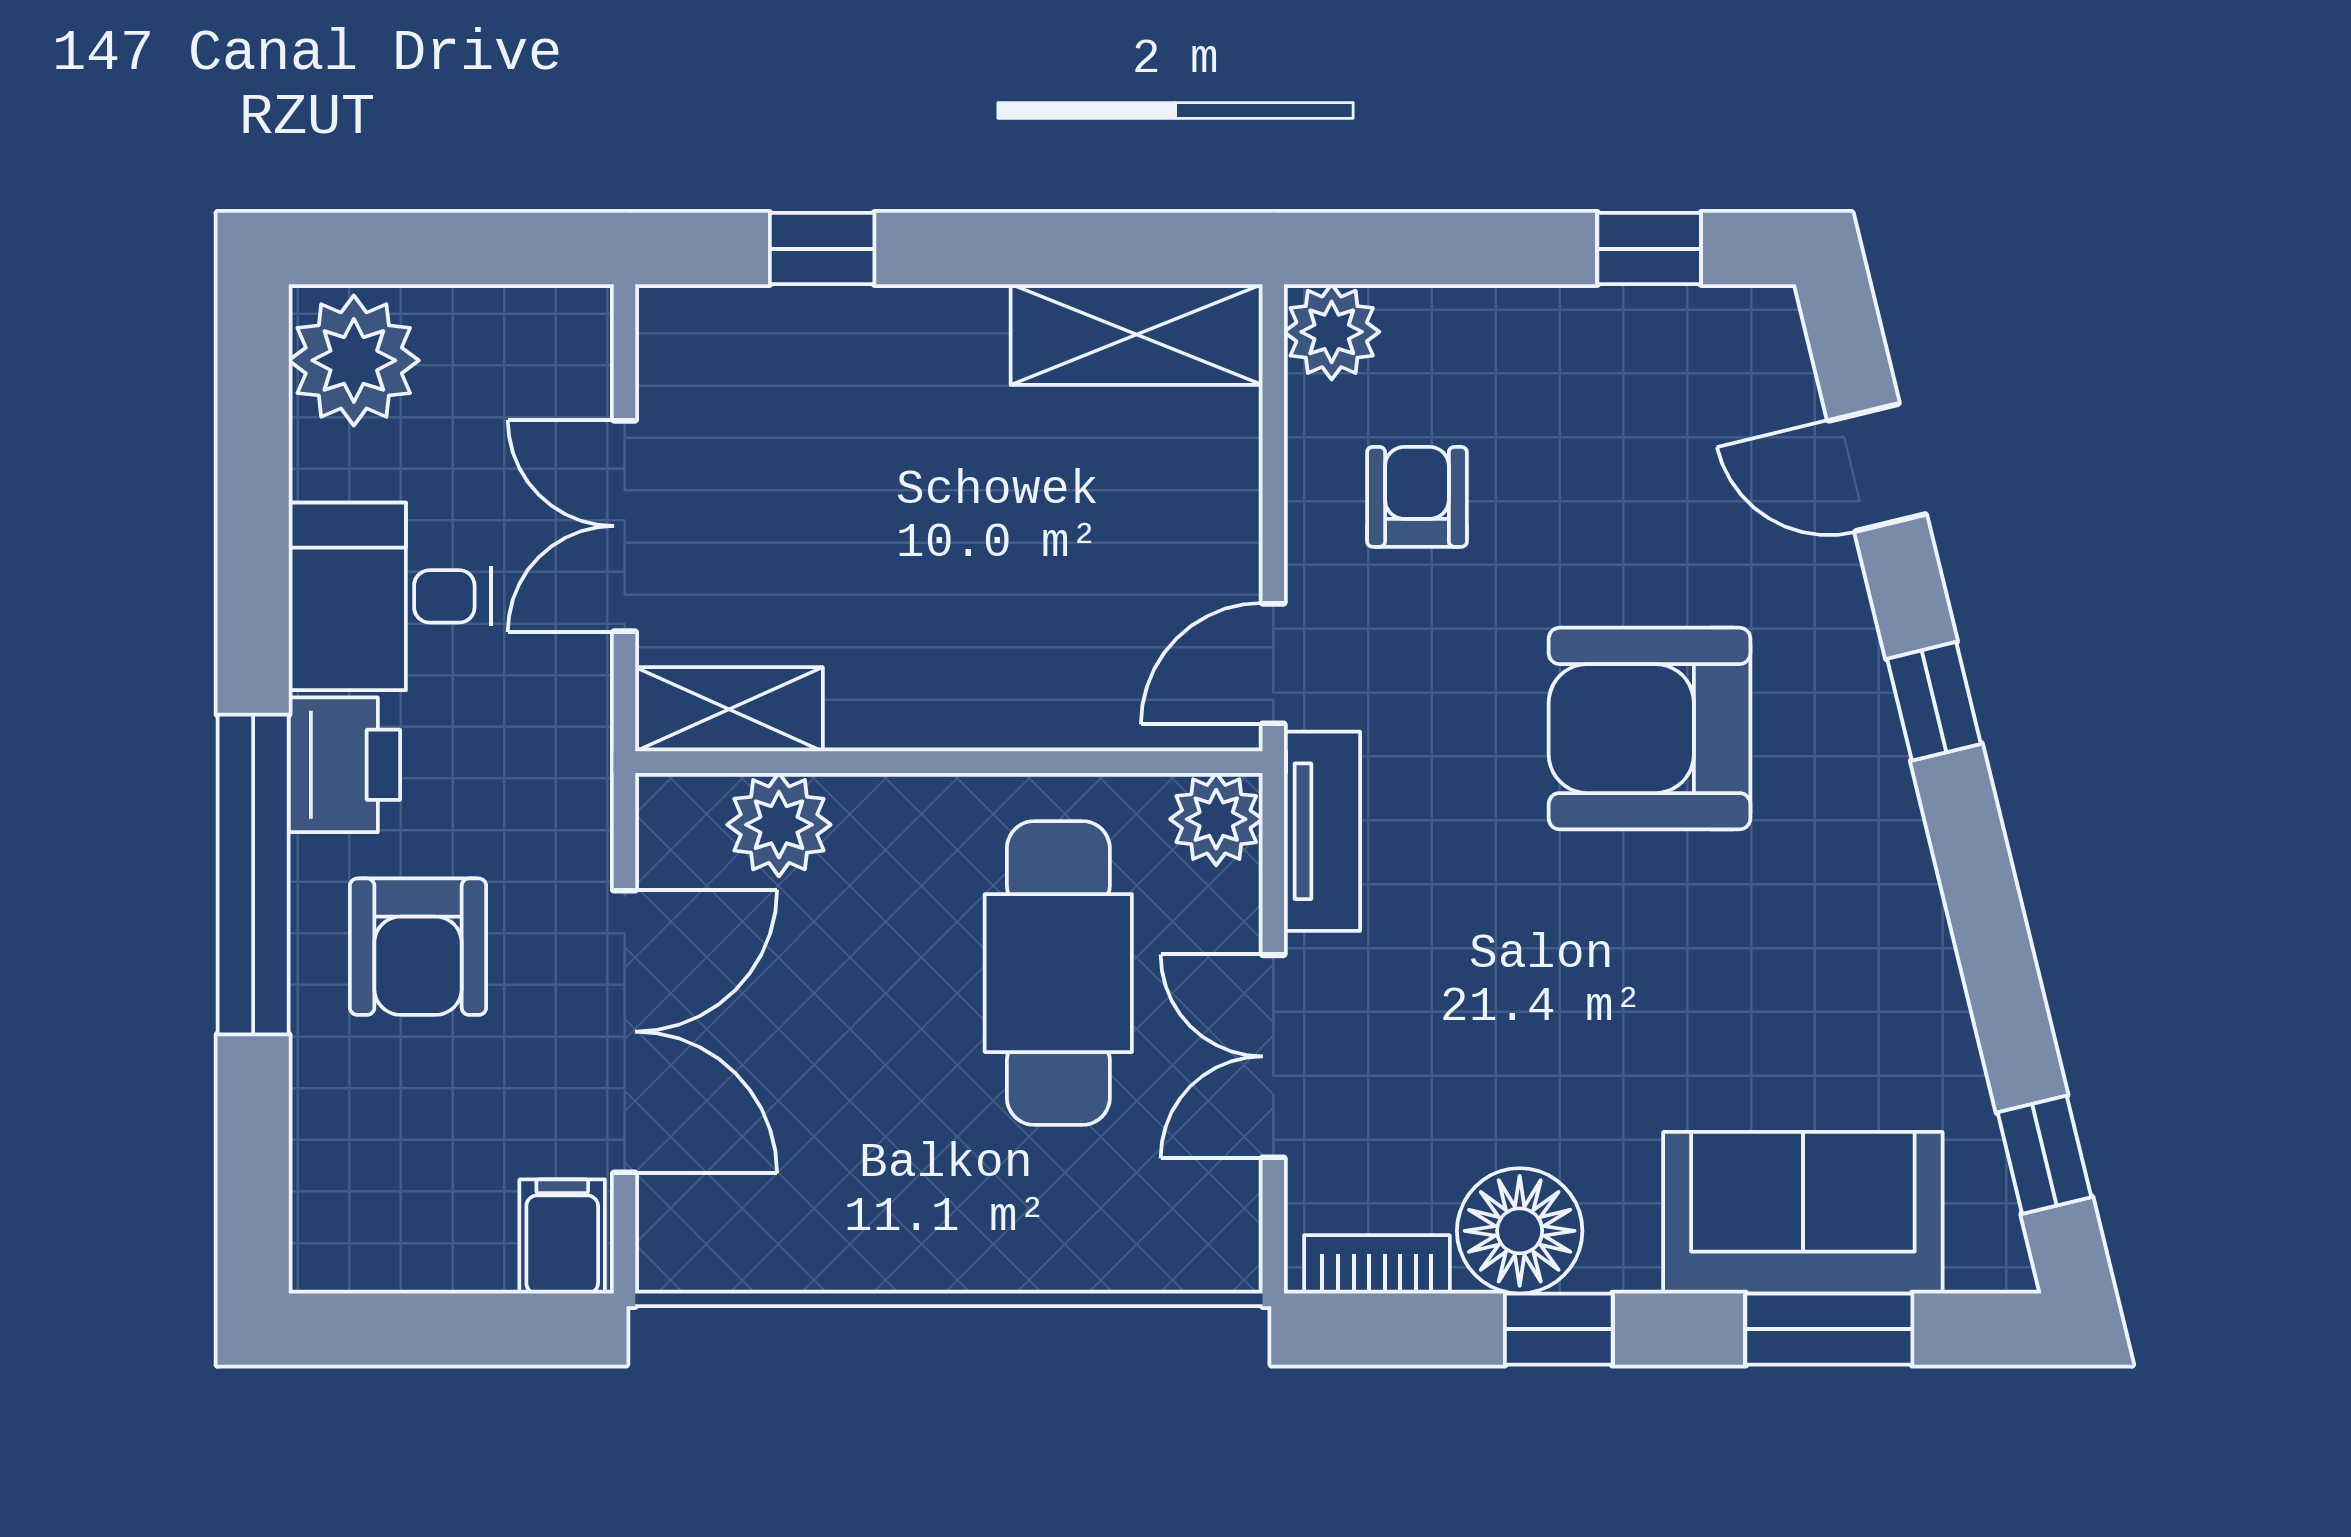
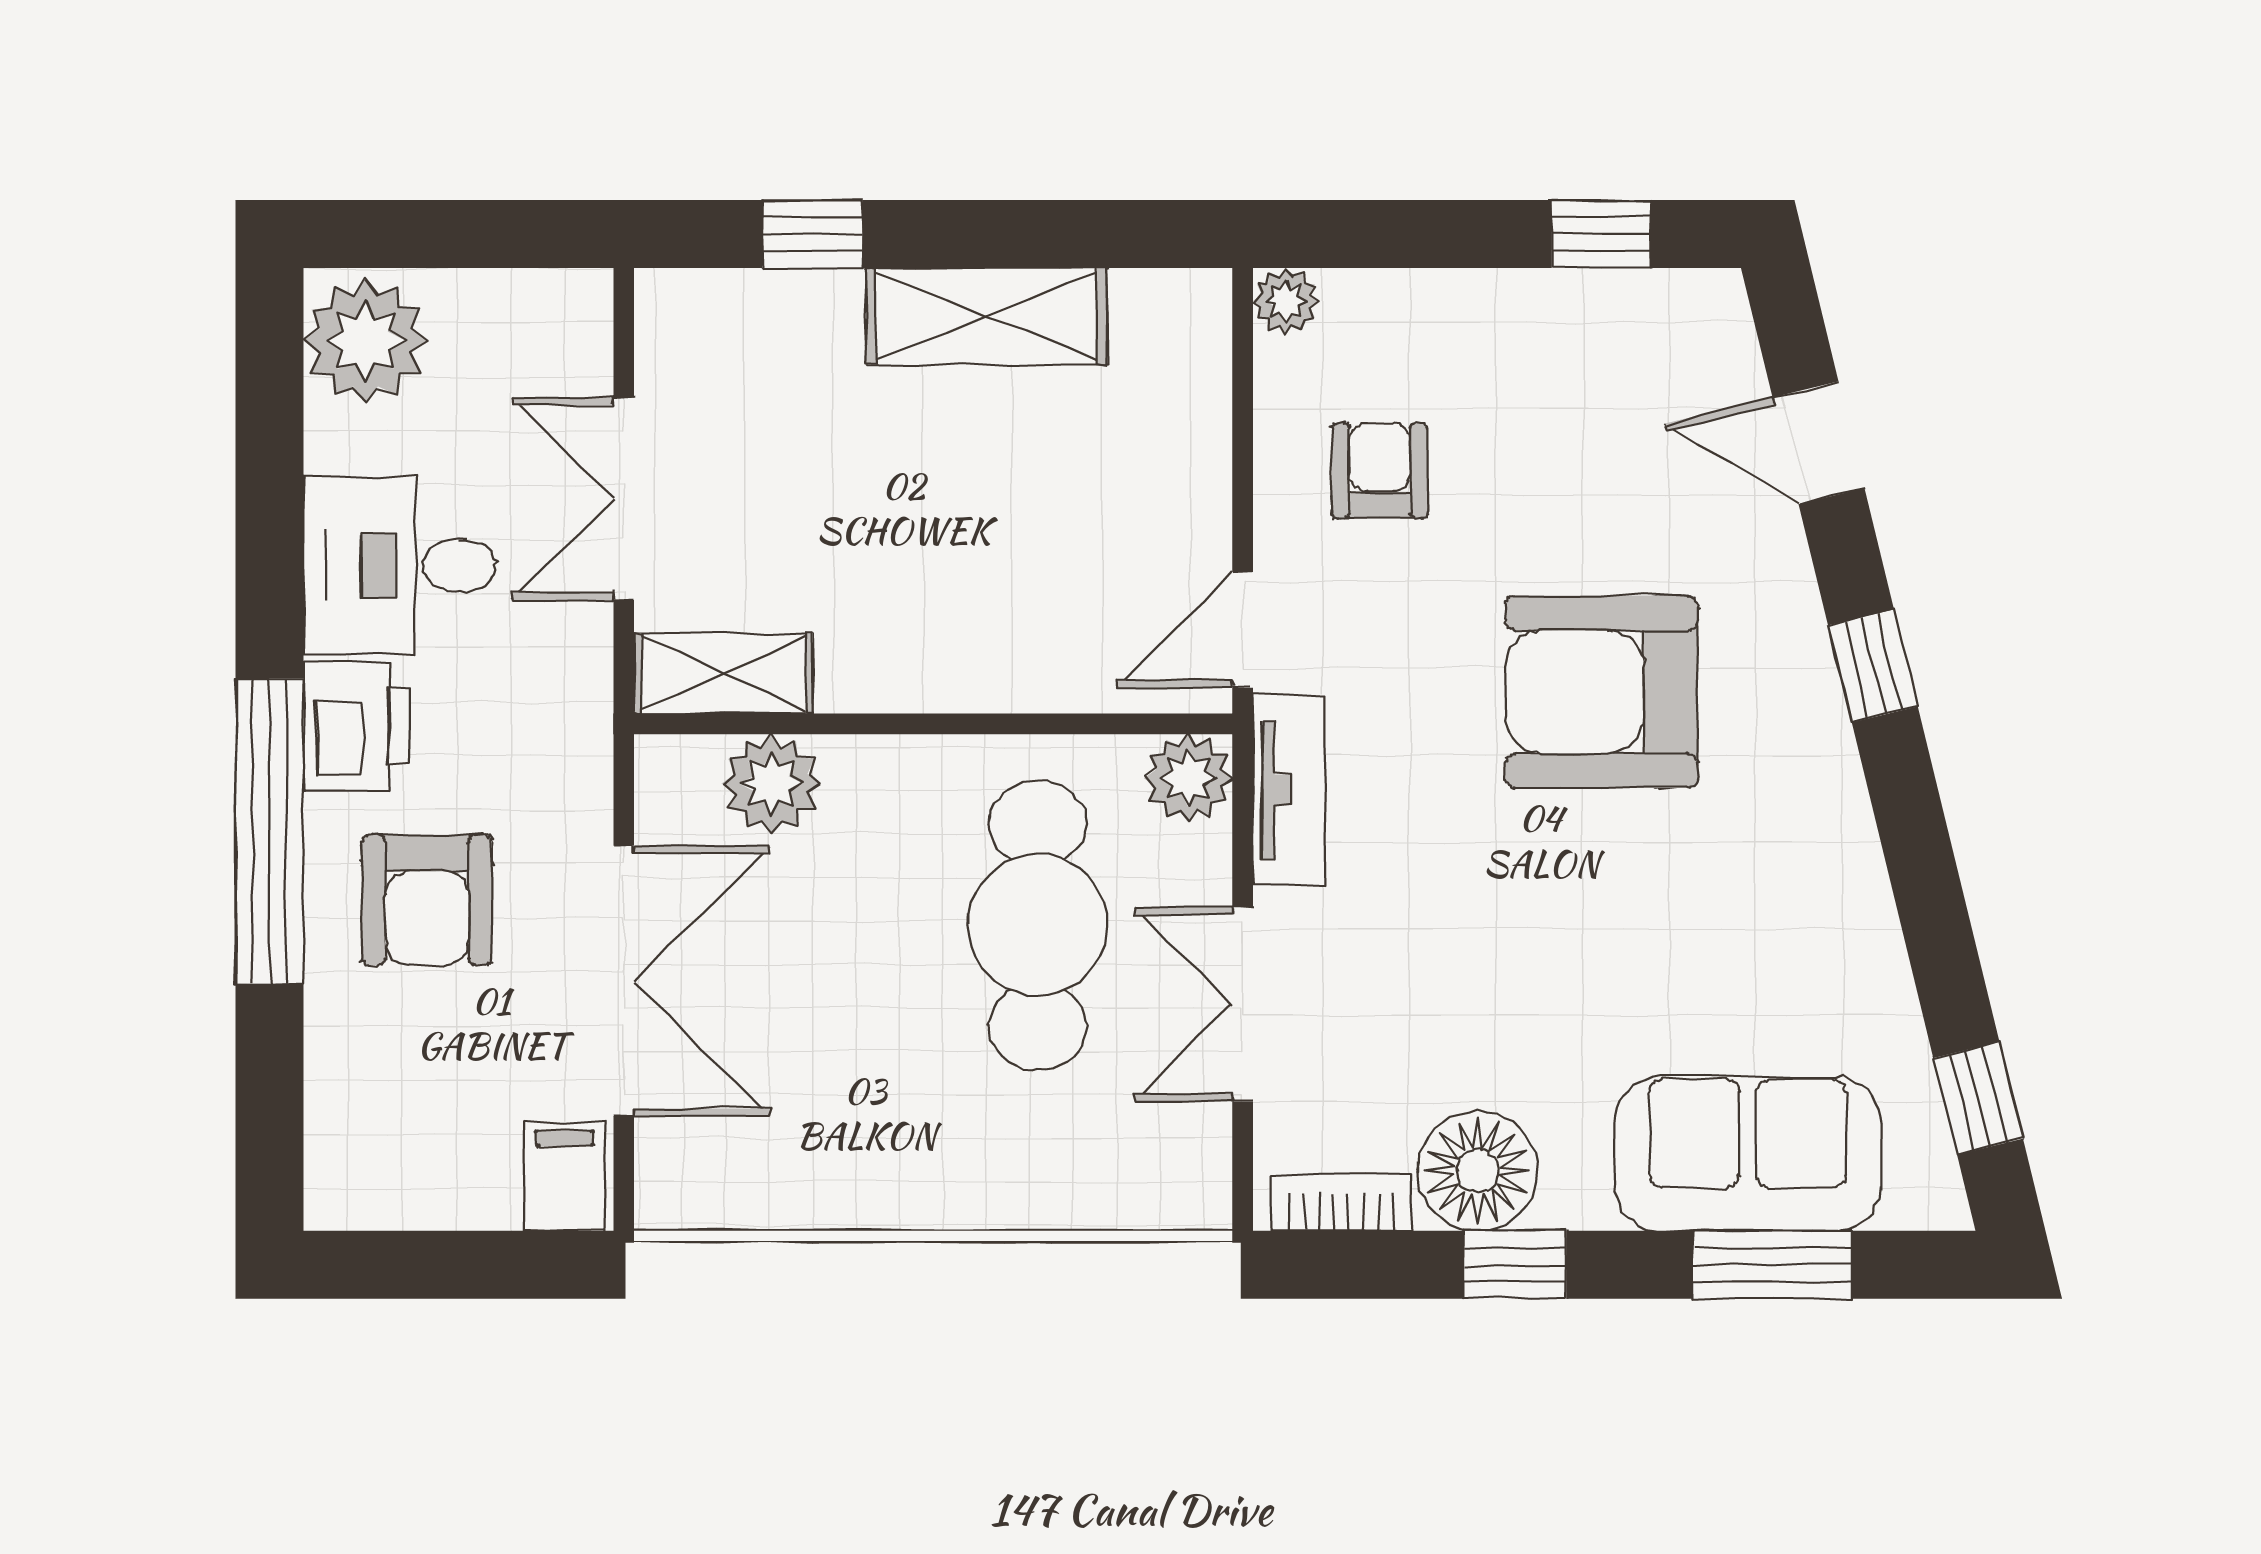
plant: (1332, 332) -> (1286, 301), width x0.73, depth x0.73
shelving: (1137, 334) -> (987, 316), moved

